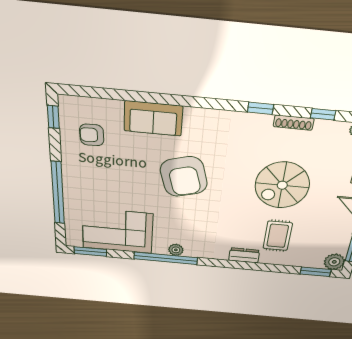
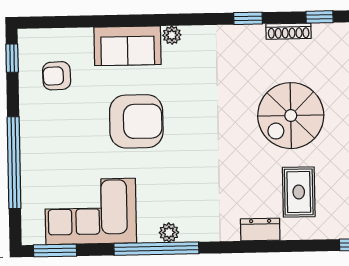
plant: (192, 114) -> (172, 35), added
armchair: (184, 177) -> (136, 121), moved, turned -74

